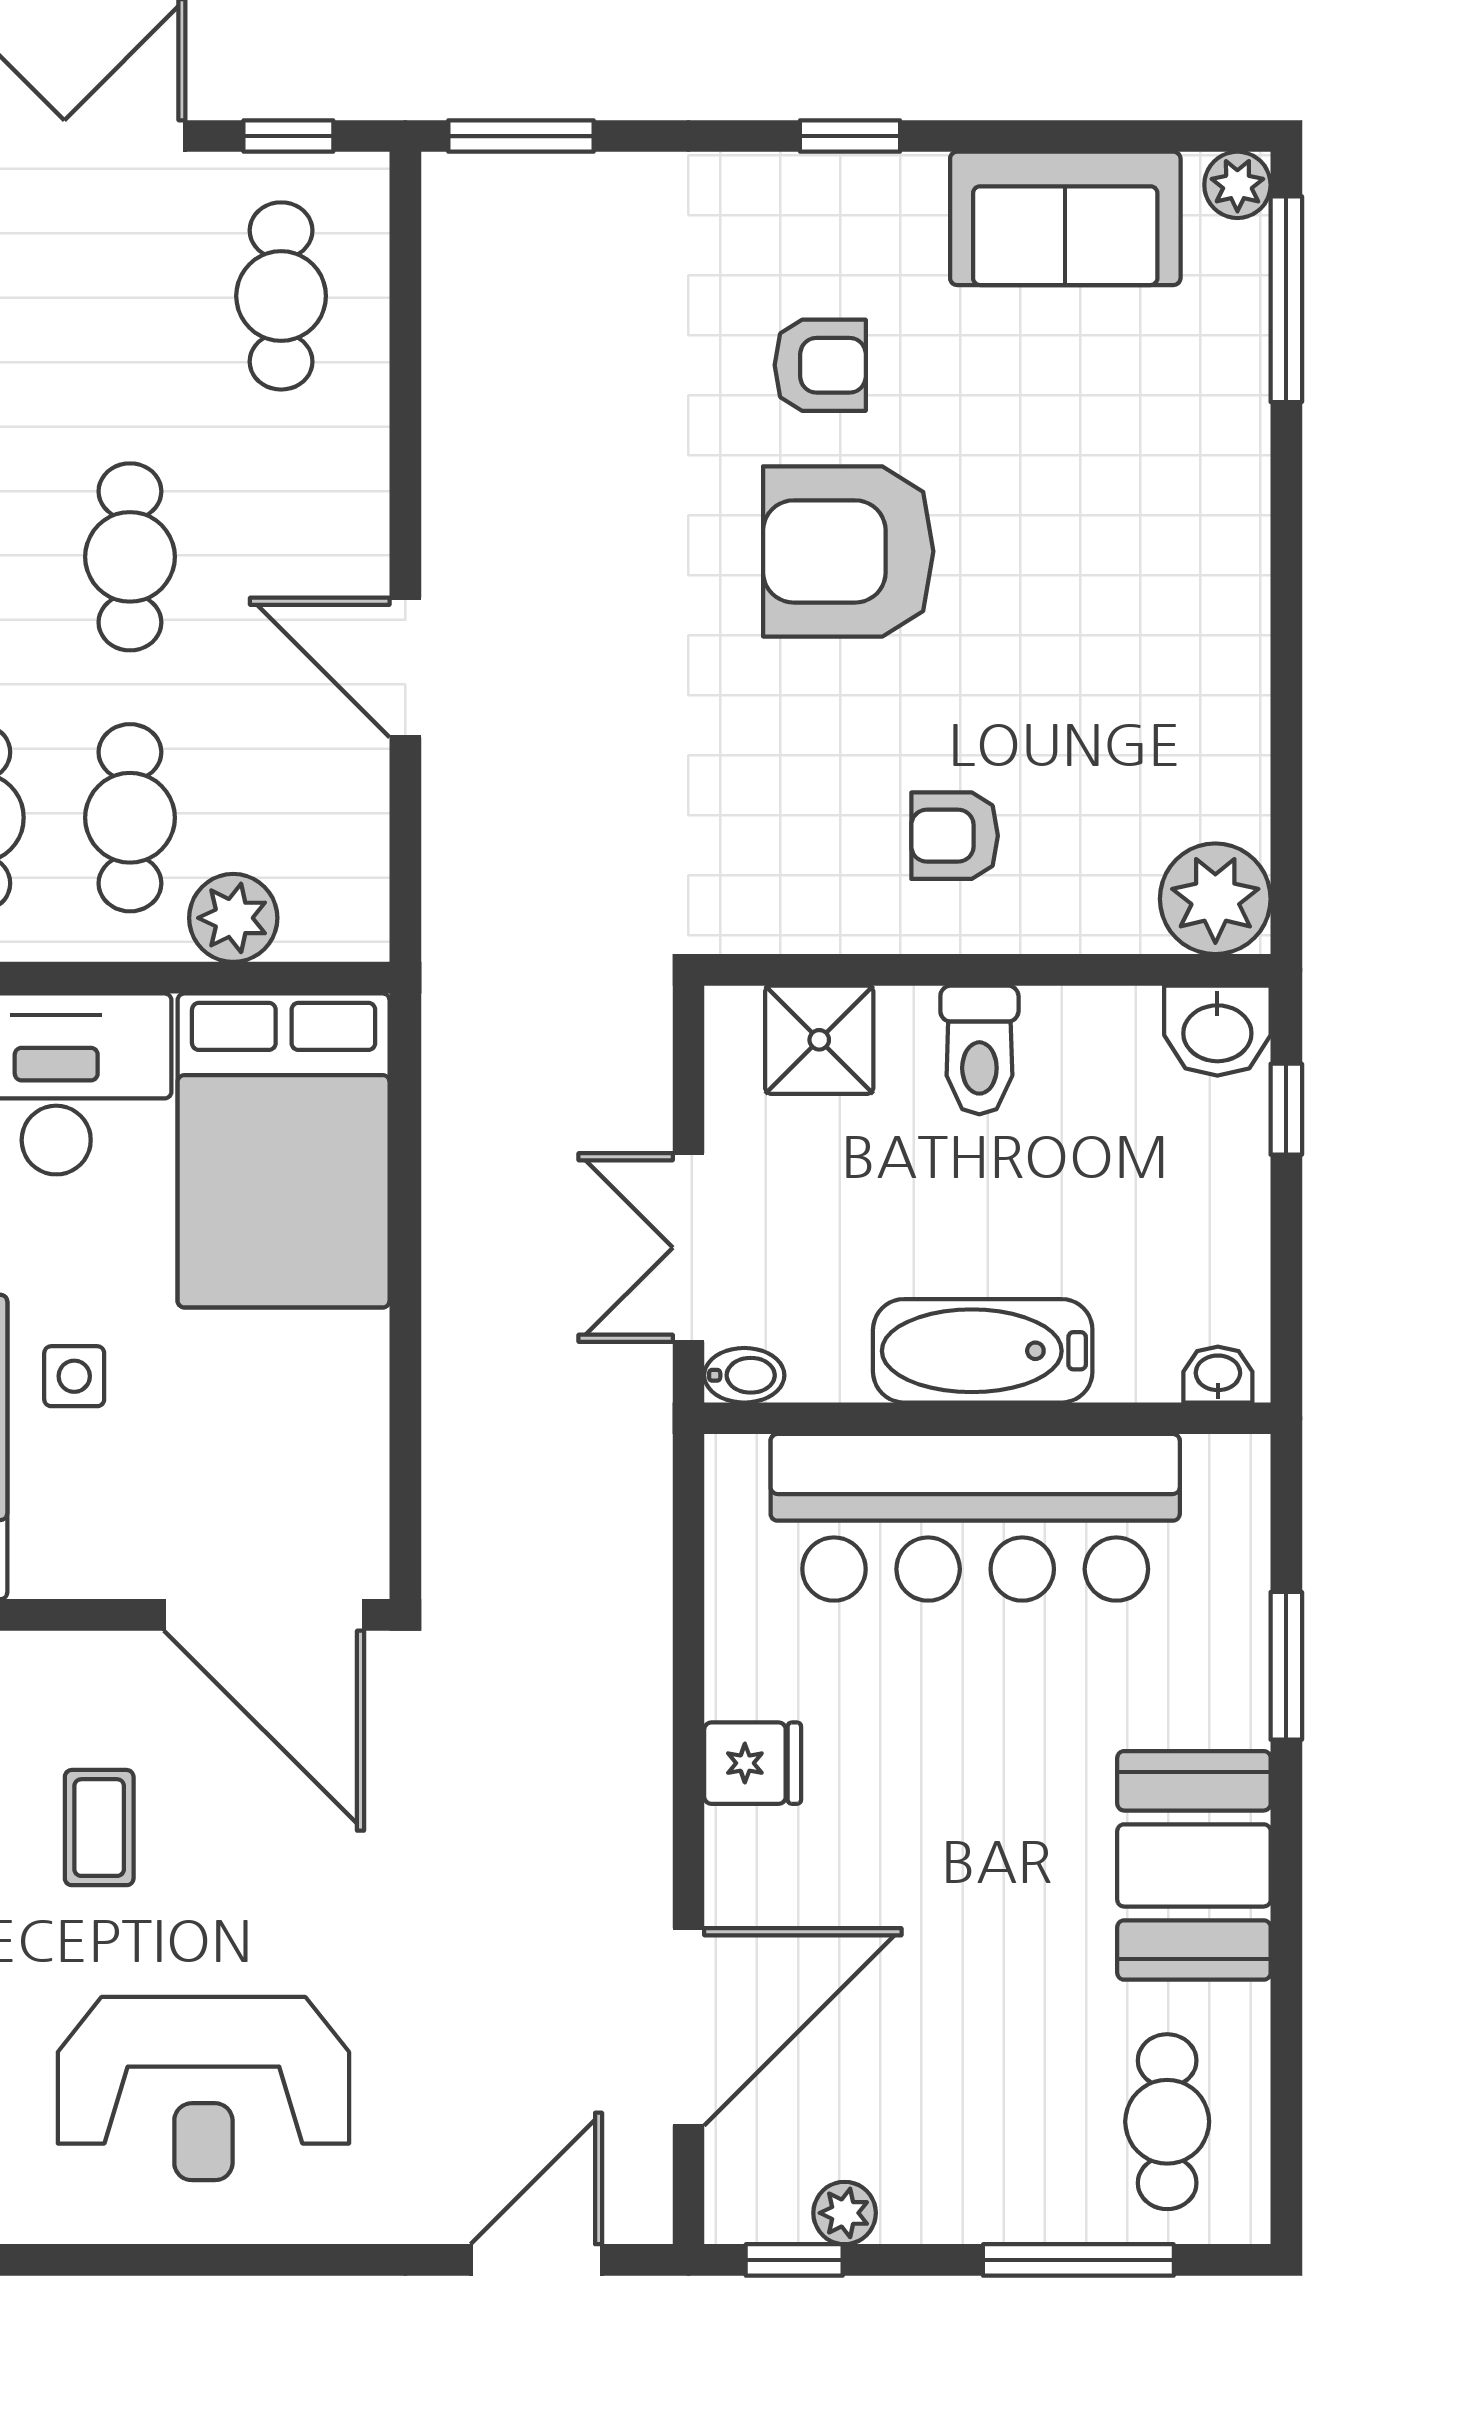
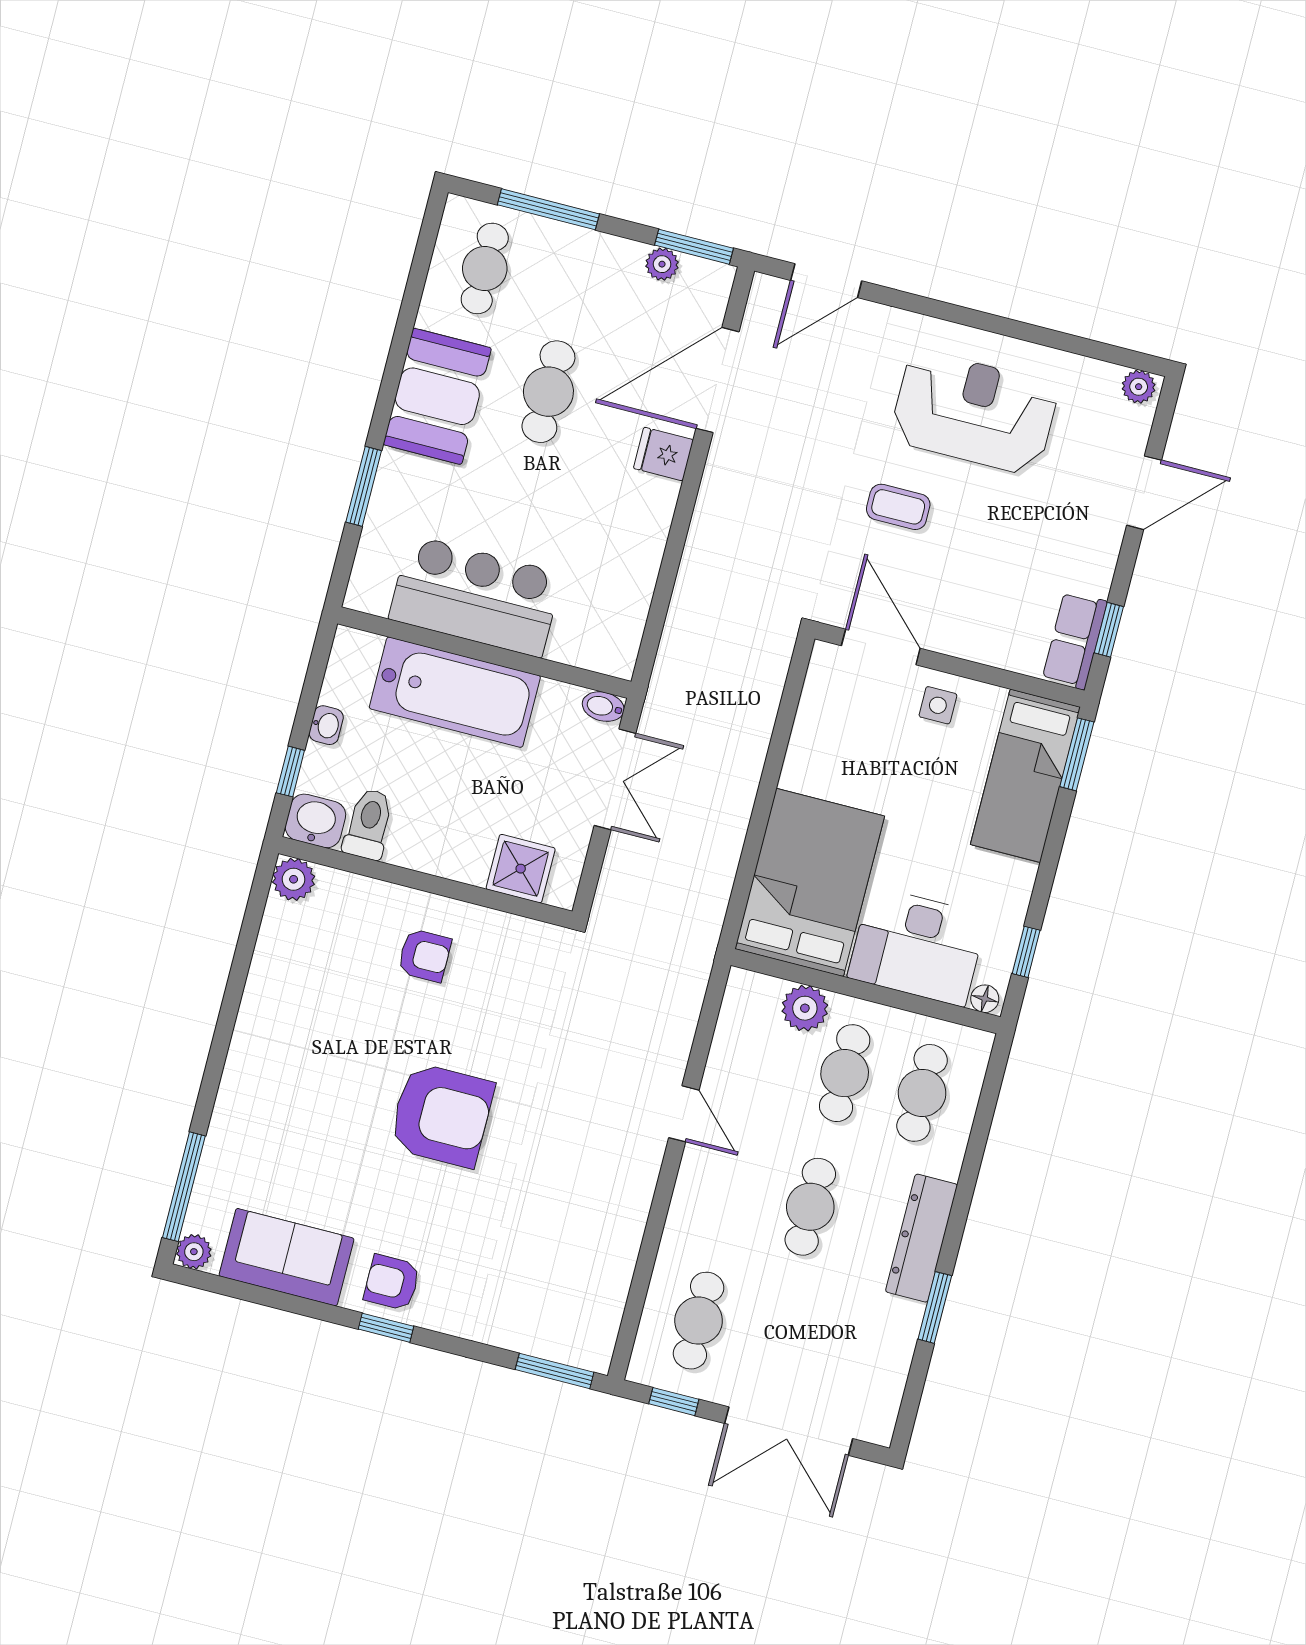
armchair: (820, 365) -> (392, 1282), moved
door: (405, 668) -> (684, 1114), width x0.73
plant: (1215, 899) -> (294, 879), width x0.73, depth x0.73
toilet: (979, 1050) -> (369, 824), moved
bathtub: (983, 1351) -> (455, 692), width x1.36, depth x1.36
washbasin: (1218, 1375) -> (326, 725), moved, turned -90
side table: (74, 1376) -> (938, 705), moved
bar counter: (975, 1517) -> (476, 596), width x0.73
door: (264, 1615) -> (881, 647), width x0.73
fridge: (753, 1763) -> (663, 454), moved
coffee table: (99, 1828) -> (898, 507), moved, turned 90
cafe table: (993, 1926) -> (548, 392), added
window: (794, 2260) -> (694, 247), width x1.50

